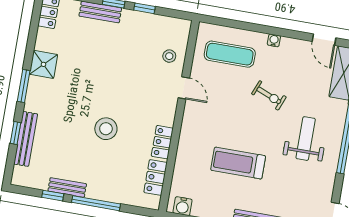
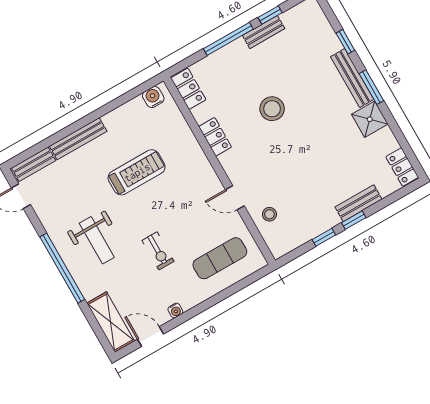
water cooler: (274, 40) -> (175, 310), moved
exercise bike: (269, 95) -> (158, 251), turned -112
bench: (26, 139) -> (352, 78), moved
locker: (156, 177) -> (188, 89), moved

